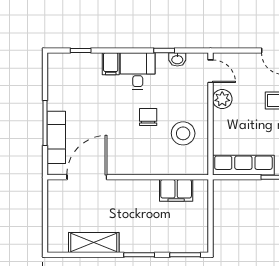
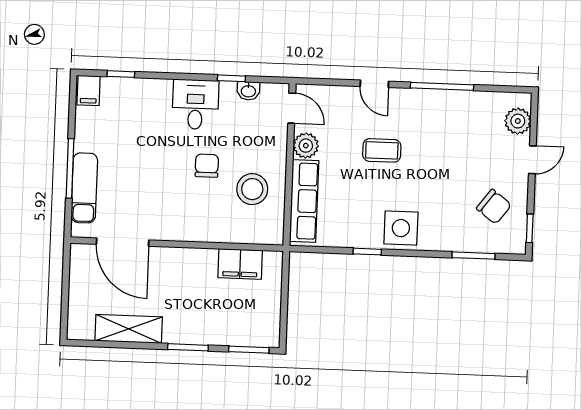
filing cabinet: (111, 64) -> (89, 90), moved
row of seats: (243, 165) -> (304, 201), moved, turned 90
door: (87, 177) -> (123, 242), swing flipped

